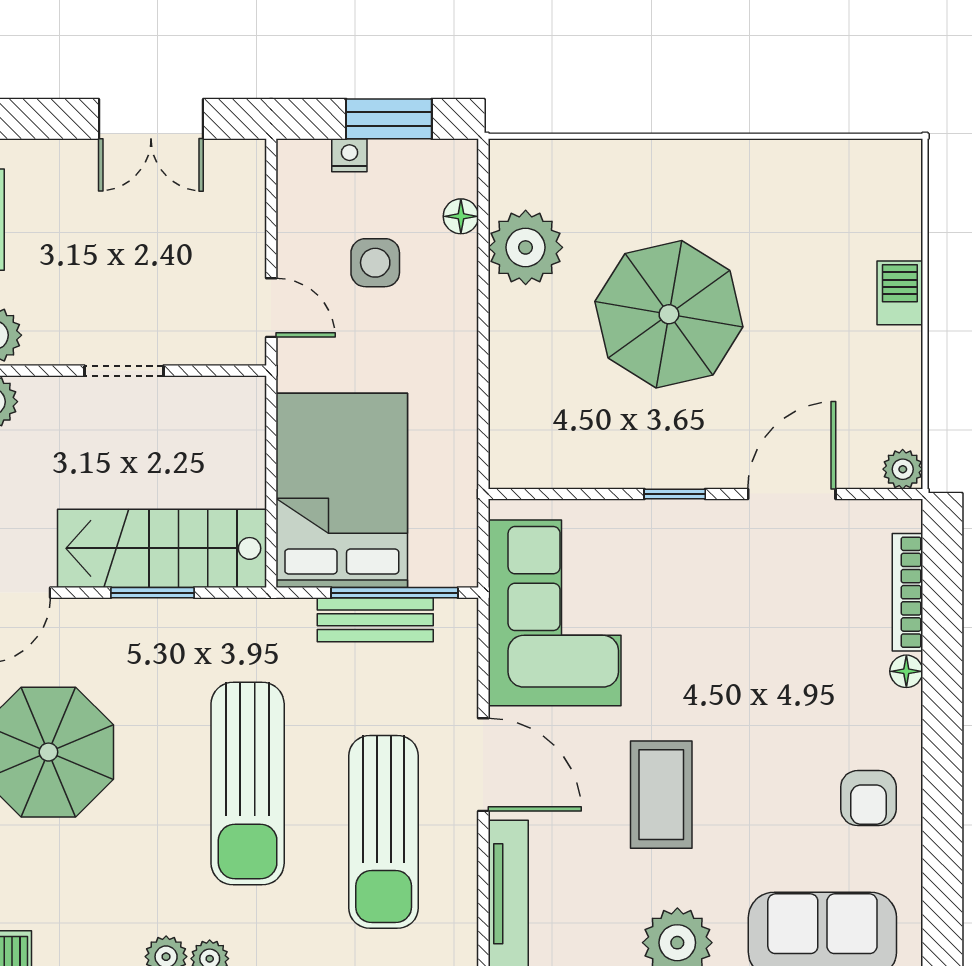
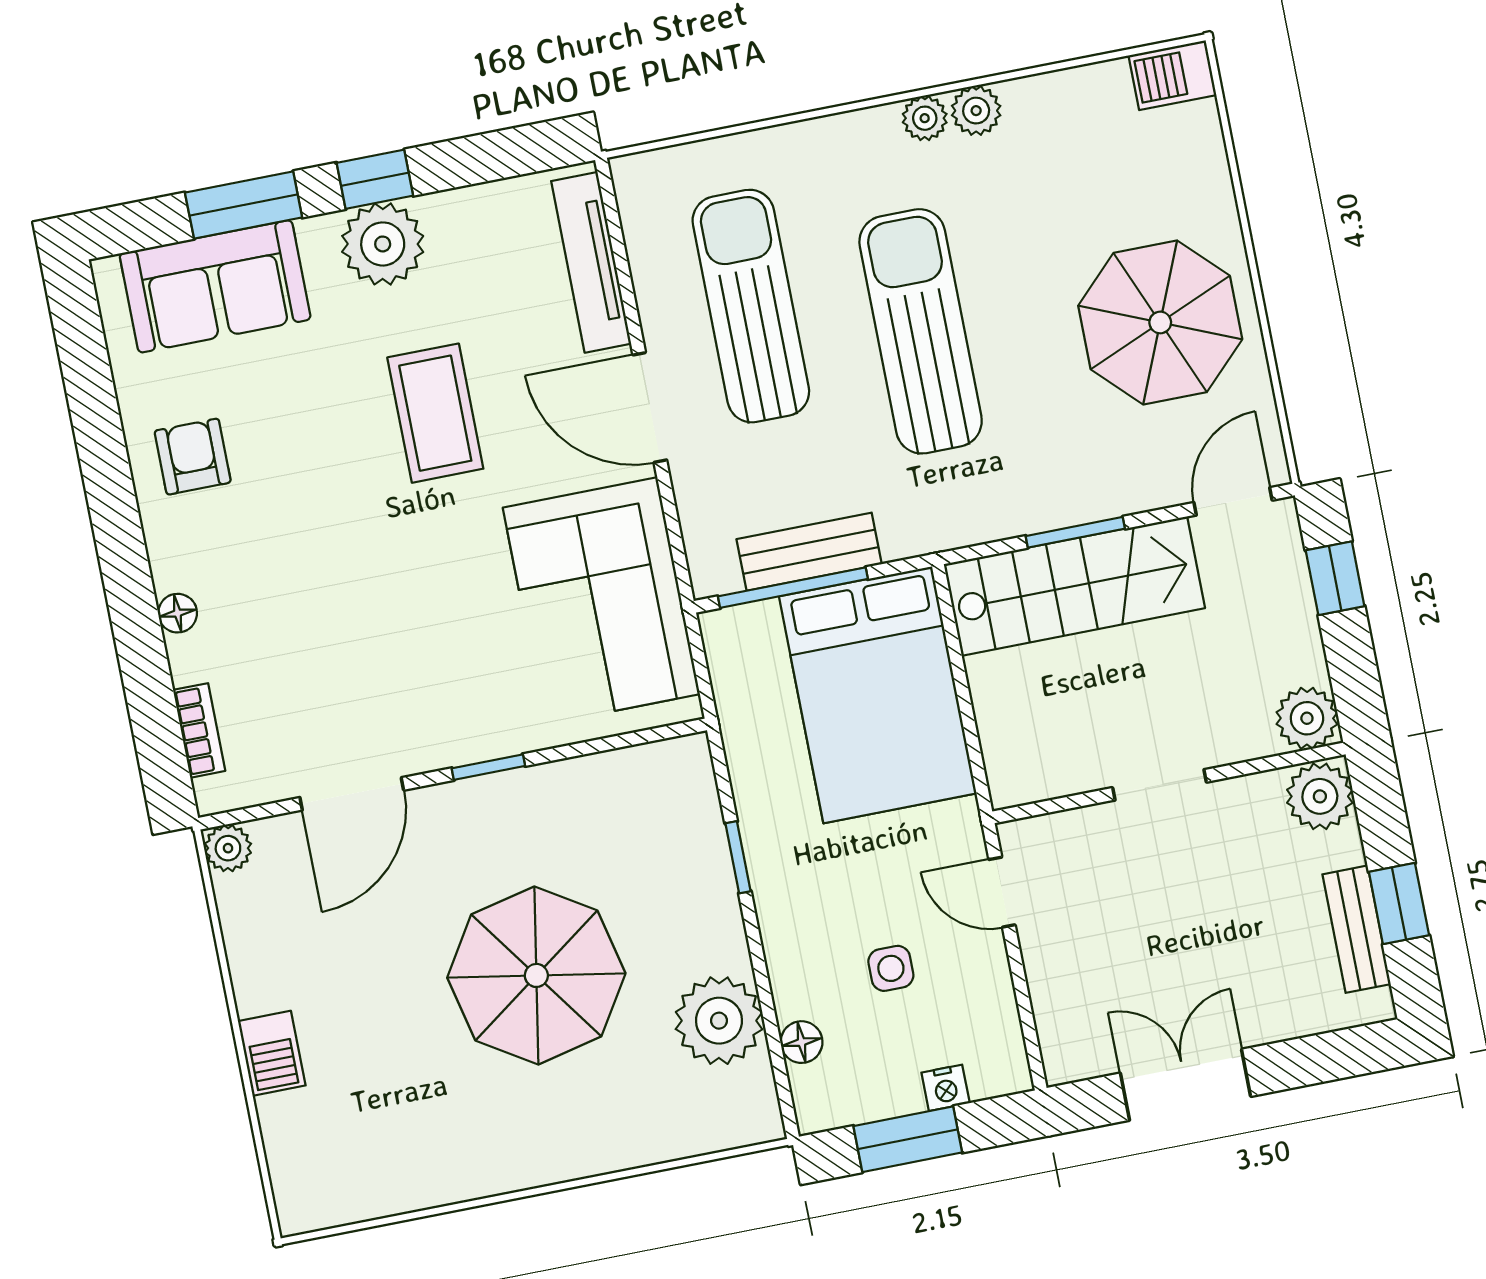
side table: (375, 263) -> (891, 968), width x0.73, depth x0.73
window: (483, 379) -> (738, 857), added
bookcase: (907, 592) -> (199, 730), width x0.64

